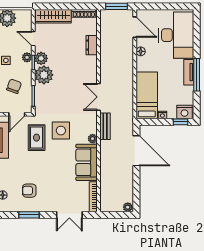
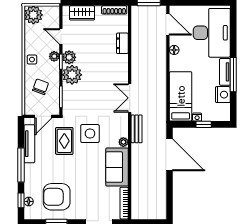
wardrobe: (53, 16) -> (82, 13), width x0.67
nightstand: (184, 112) -> (223, 95), moved, turned -90
window: (180, 122) -> (204, 124), moved
armchair: (29, 191) -> (57, 197), width x1.88, depth x1.88
plant: (128, 207) -> (160, 214), removed

